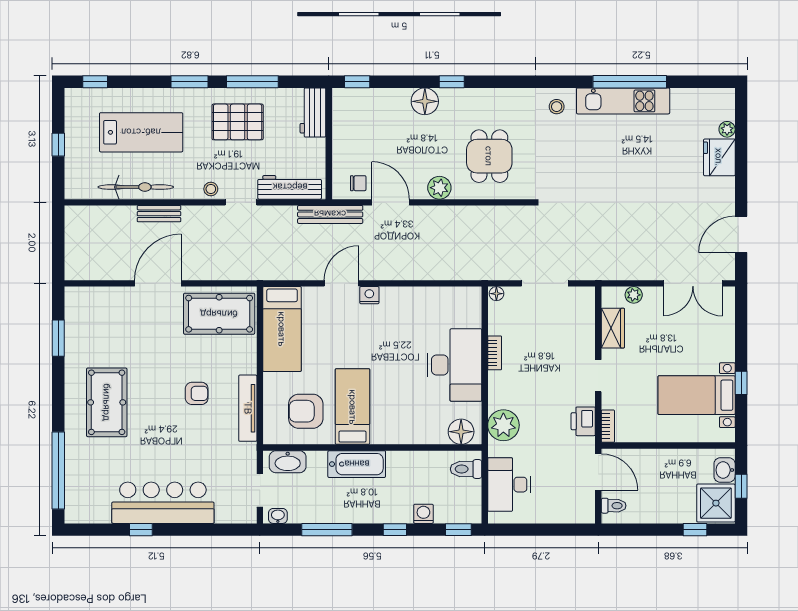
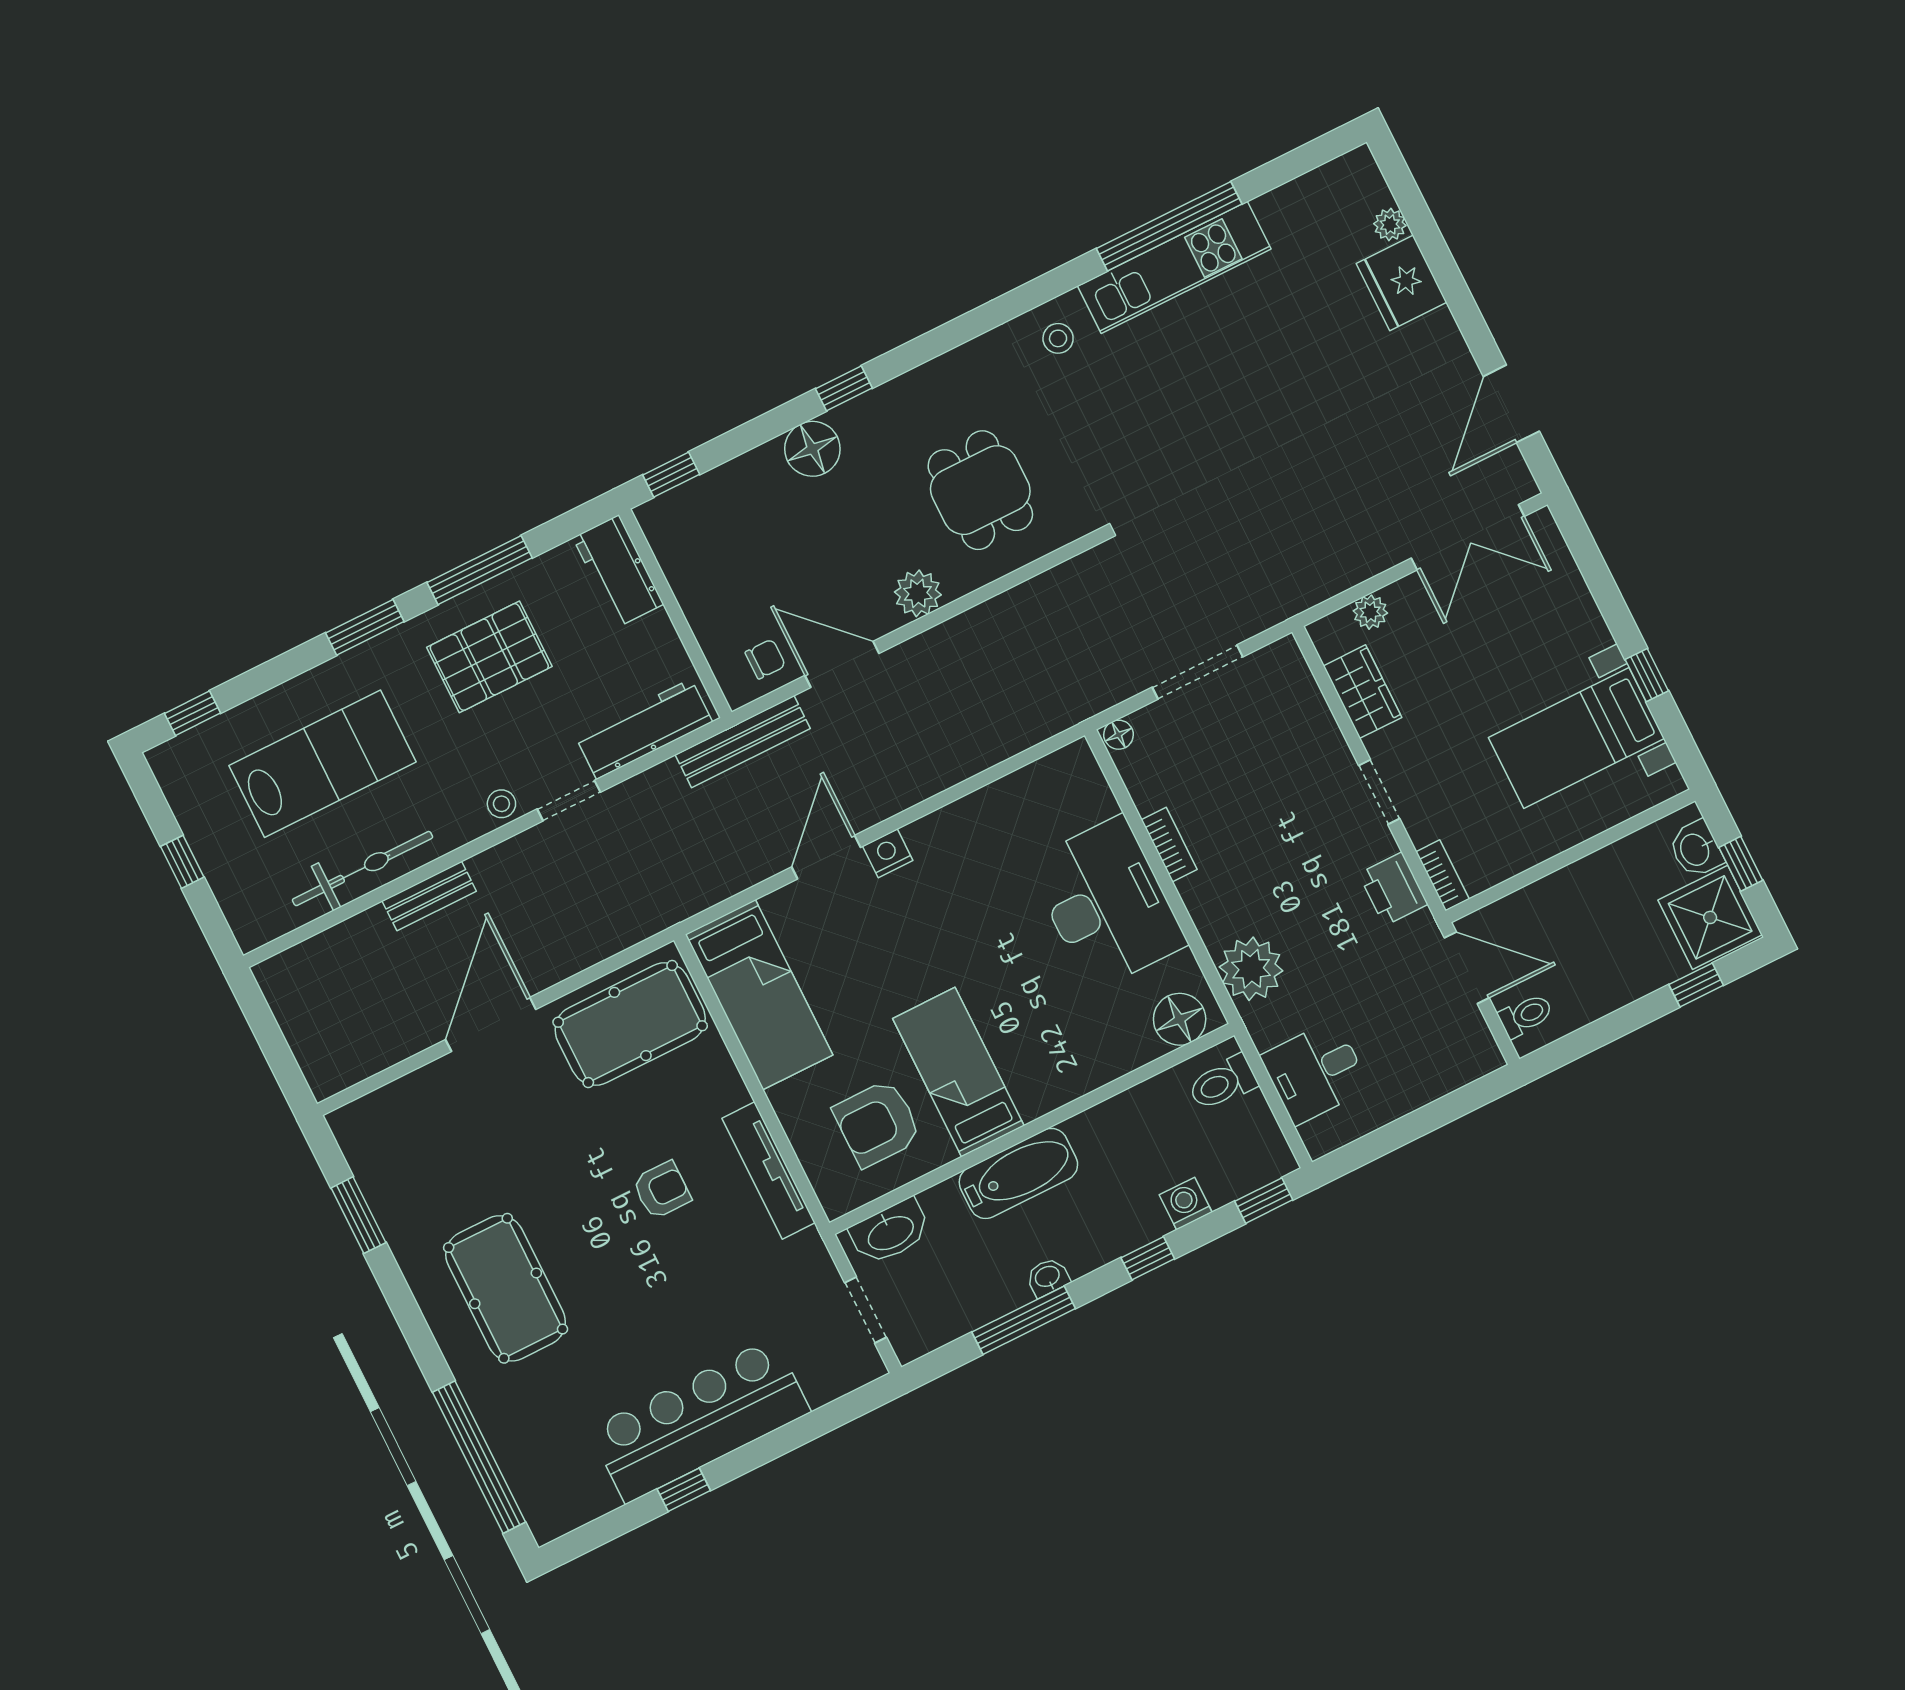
desk: (509, 485) -> (1315, 1072), width x0.73
washbasin: (278, 516) -> (1048, 1277), moved

